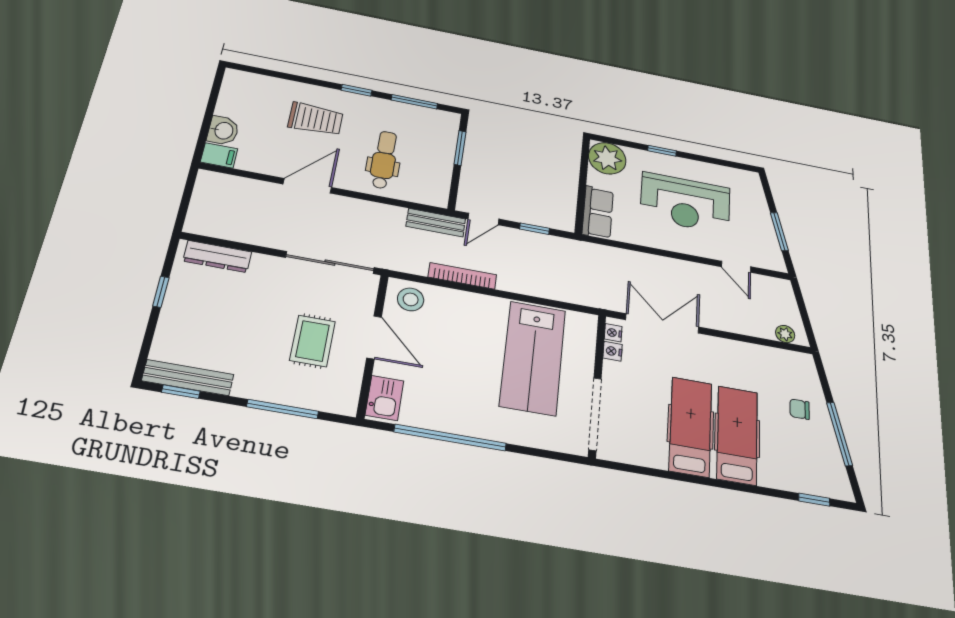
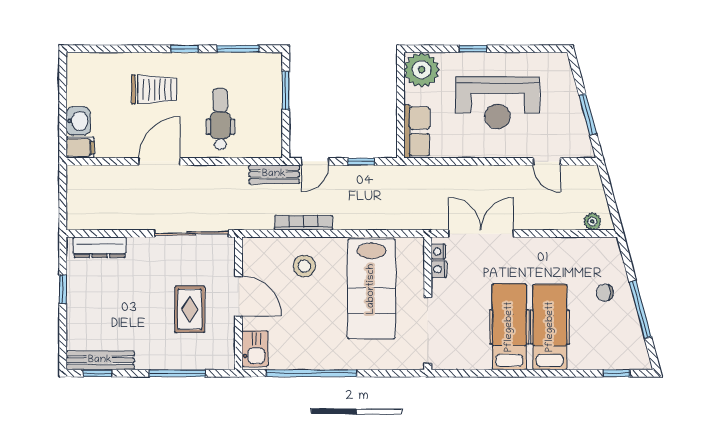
stool: (411, 299) -> (304, 266), moved

